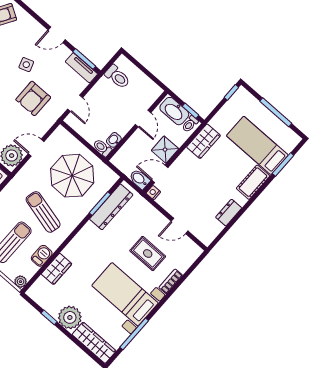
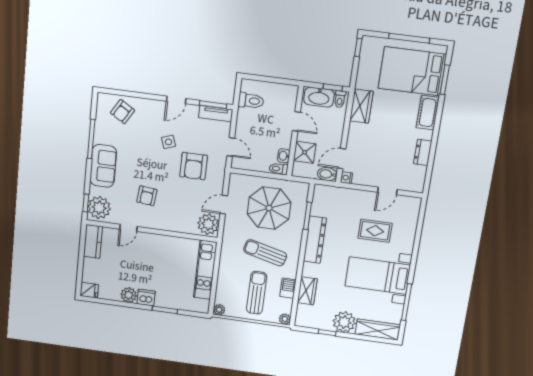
bed: (257, 145) -> (412, 71), width x1.50
shower: (165, 150) -> (305, 152), moved
dresser: (111, 207) -> (315, 240), moved
bookcase: (171, 281) -> (410, 241), removed

